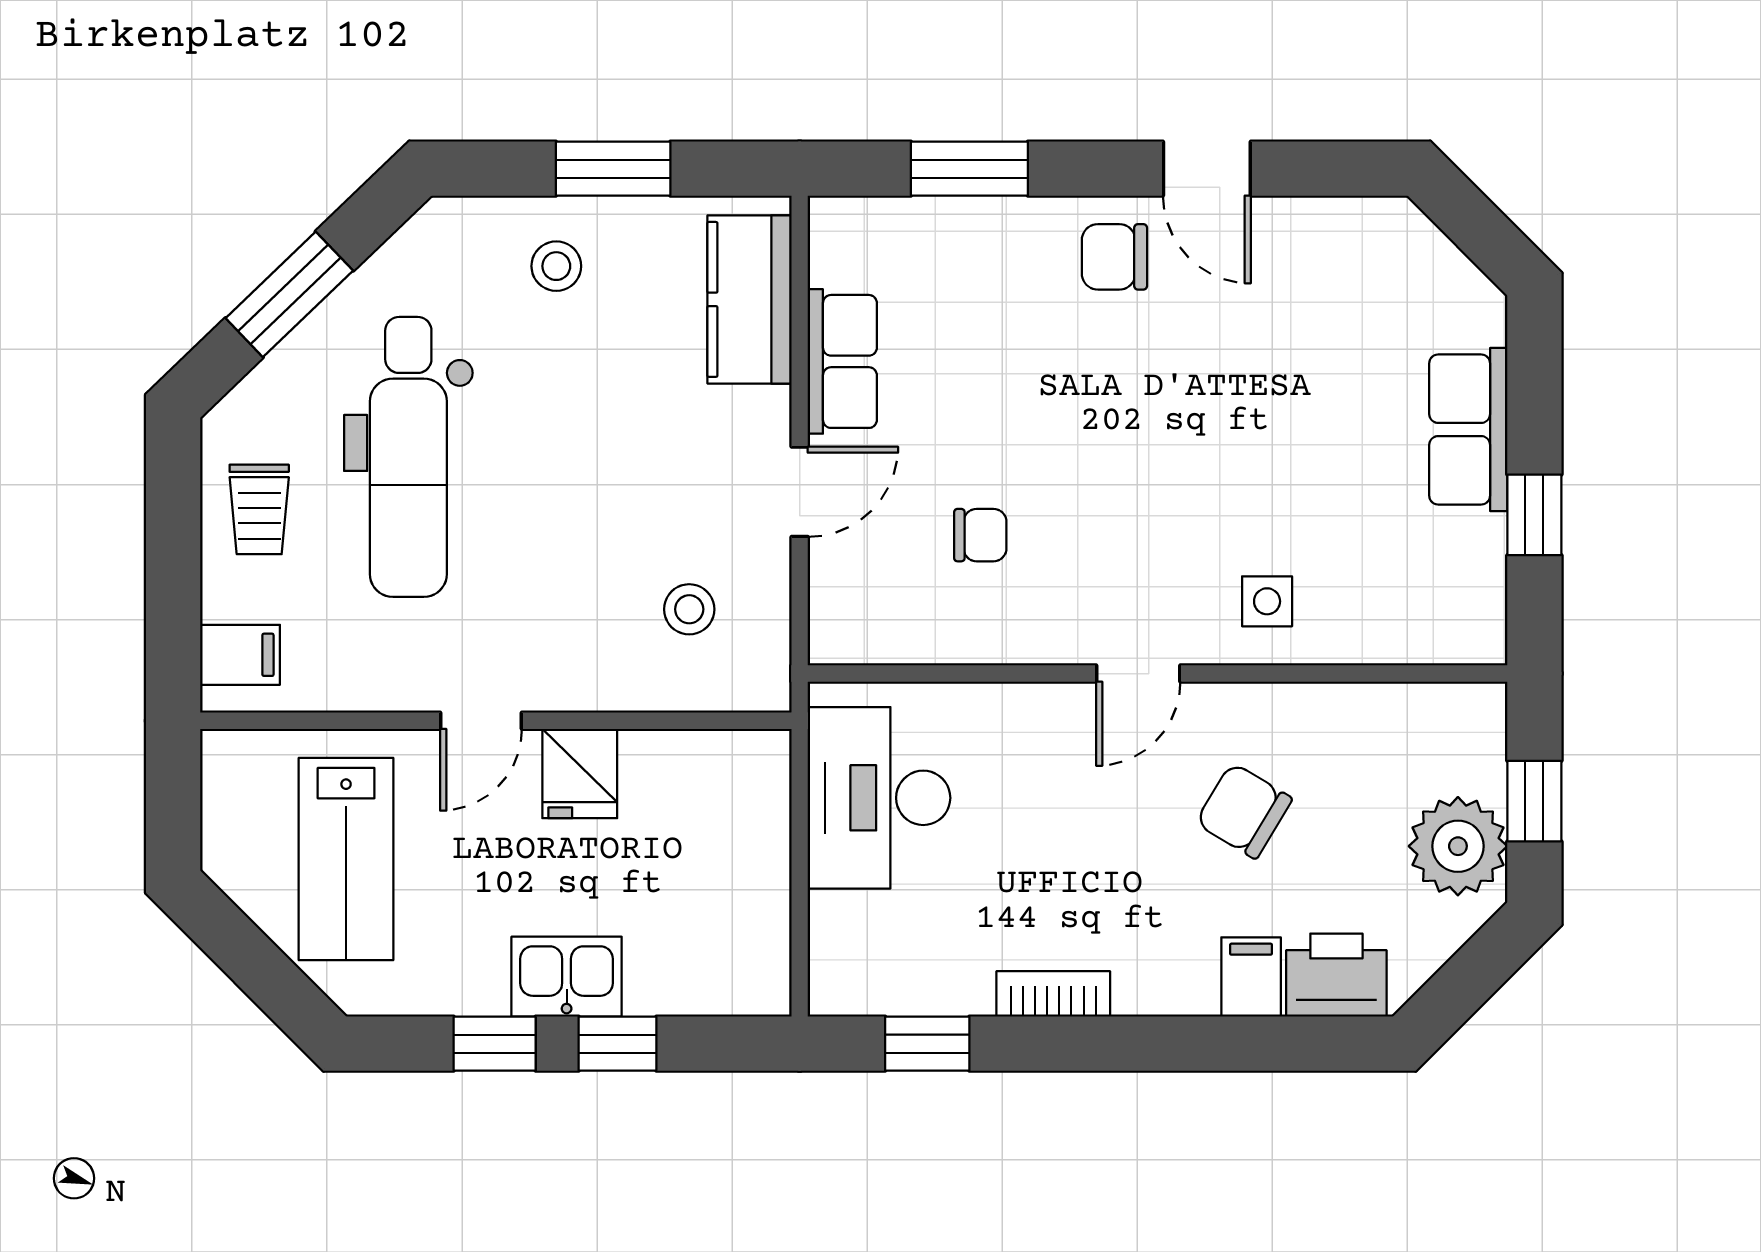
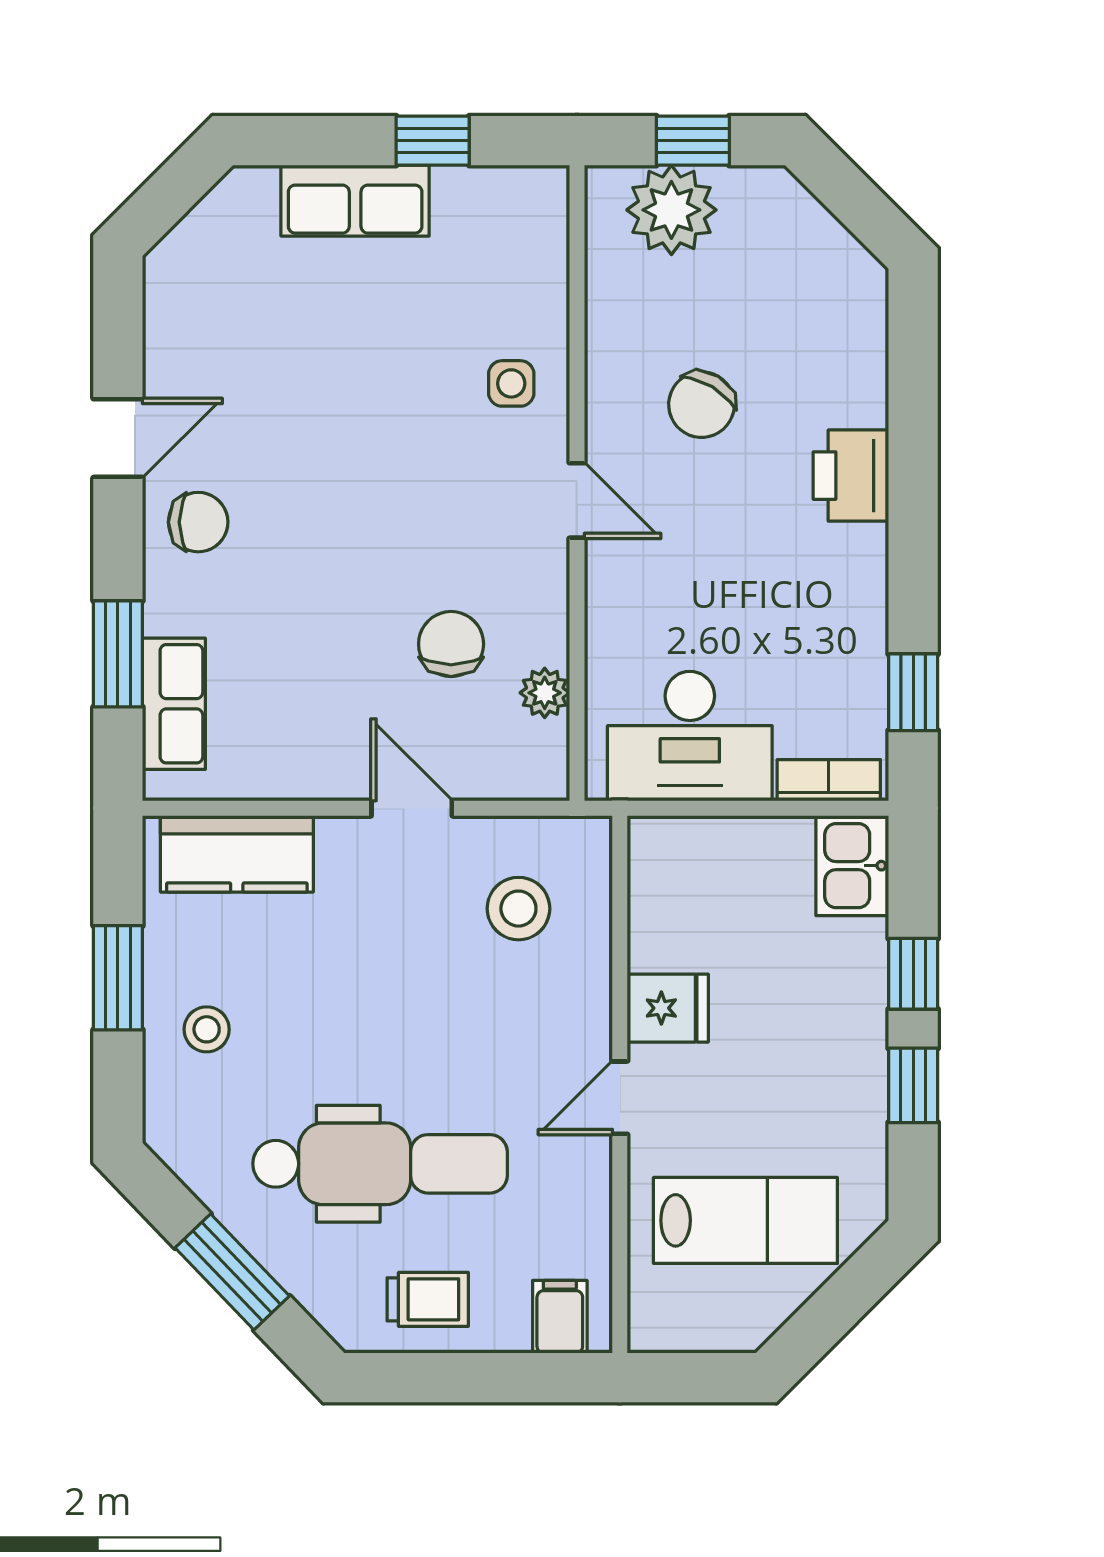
chair: (1114, 257) -> (198, 522), turned -90
row of seats: (842, 361) -> (174, 704), moved, turned 90
chair: (980, 535) -> (451, 644), width x1.37, depth x1.37
stool: (689, 609) -> (518, 909), width x1.37, depth x1.37
plant: (927, 638) -> (545, 693), added
door: (481, 721) -> (620, 1098), swing flipped
plant: (1458, 846) -> (671, 210), moved
printer: (1336, 975) -> (851, 476), moved
kitchen sink: (567, 977) -> (852, 866), moved
filing cabinet: (1251, 977) -> (853, 398), removed
bookcase: (1053, 994) -> (829, 780), moved, turned 90

